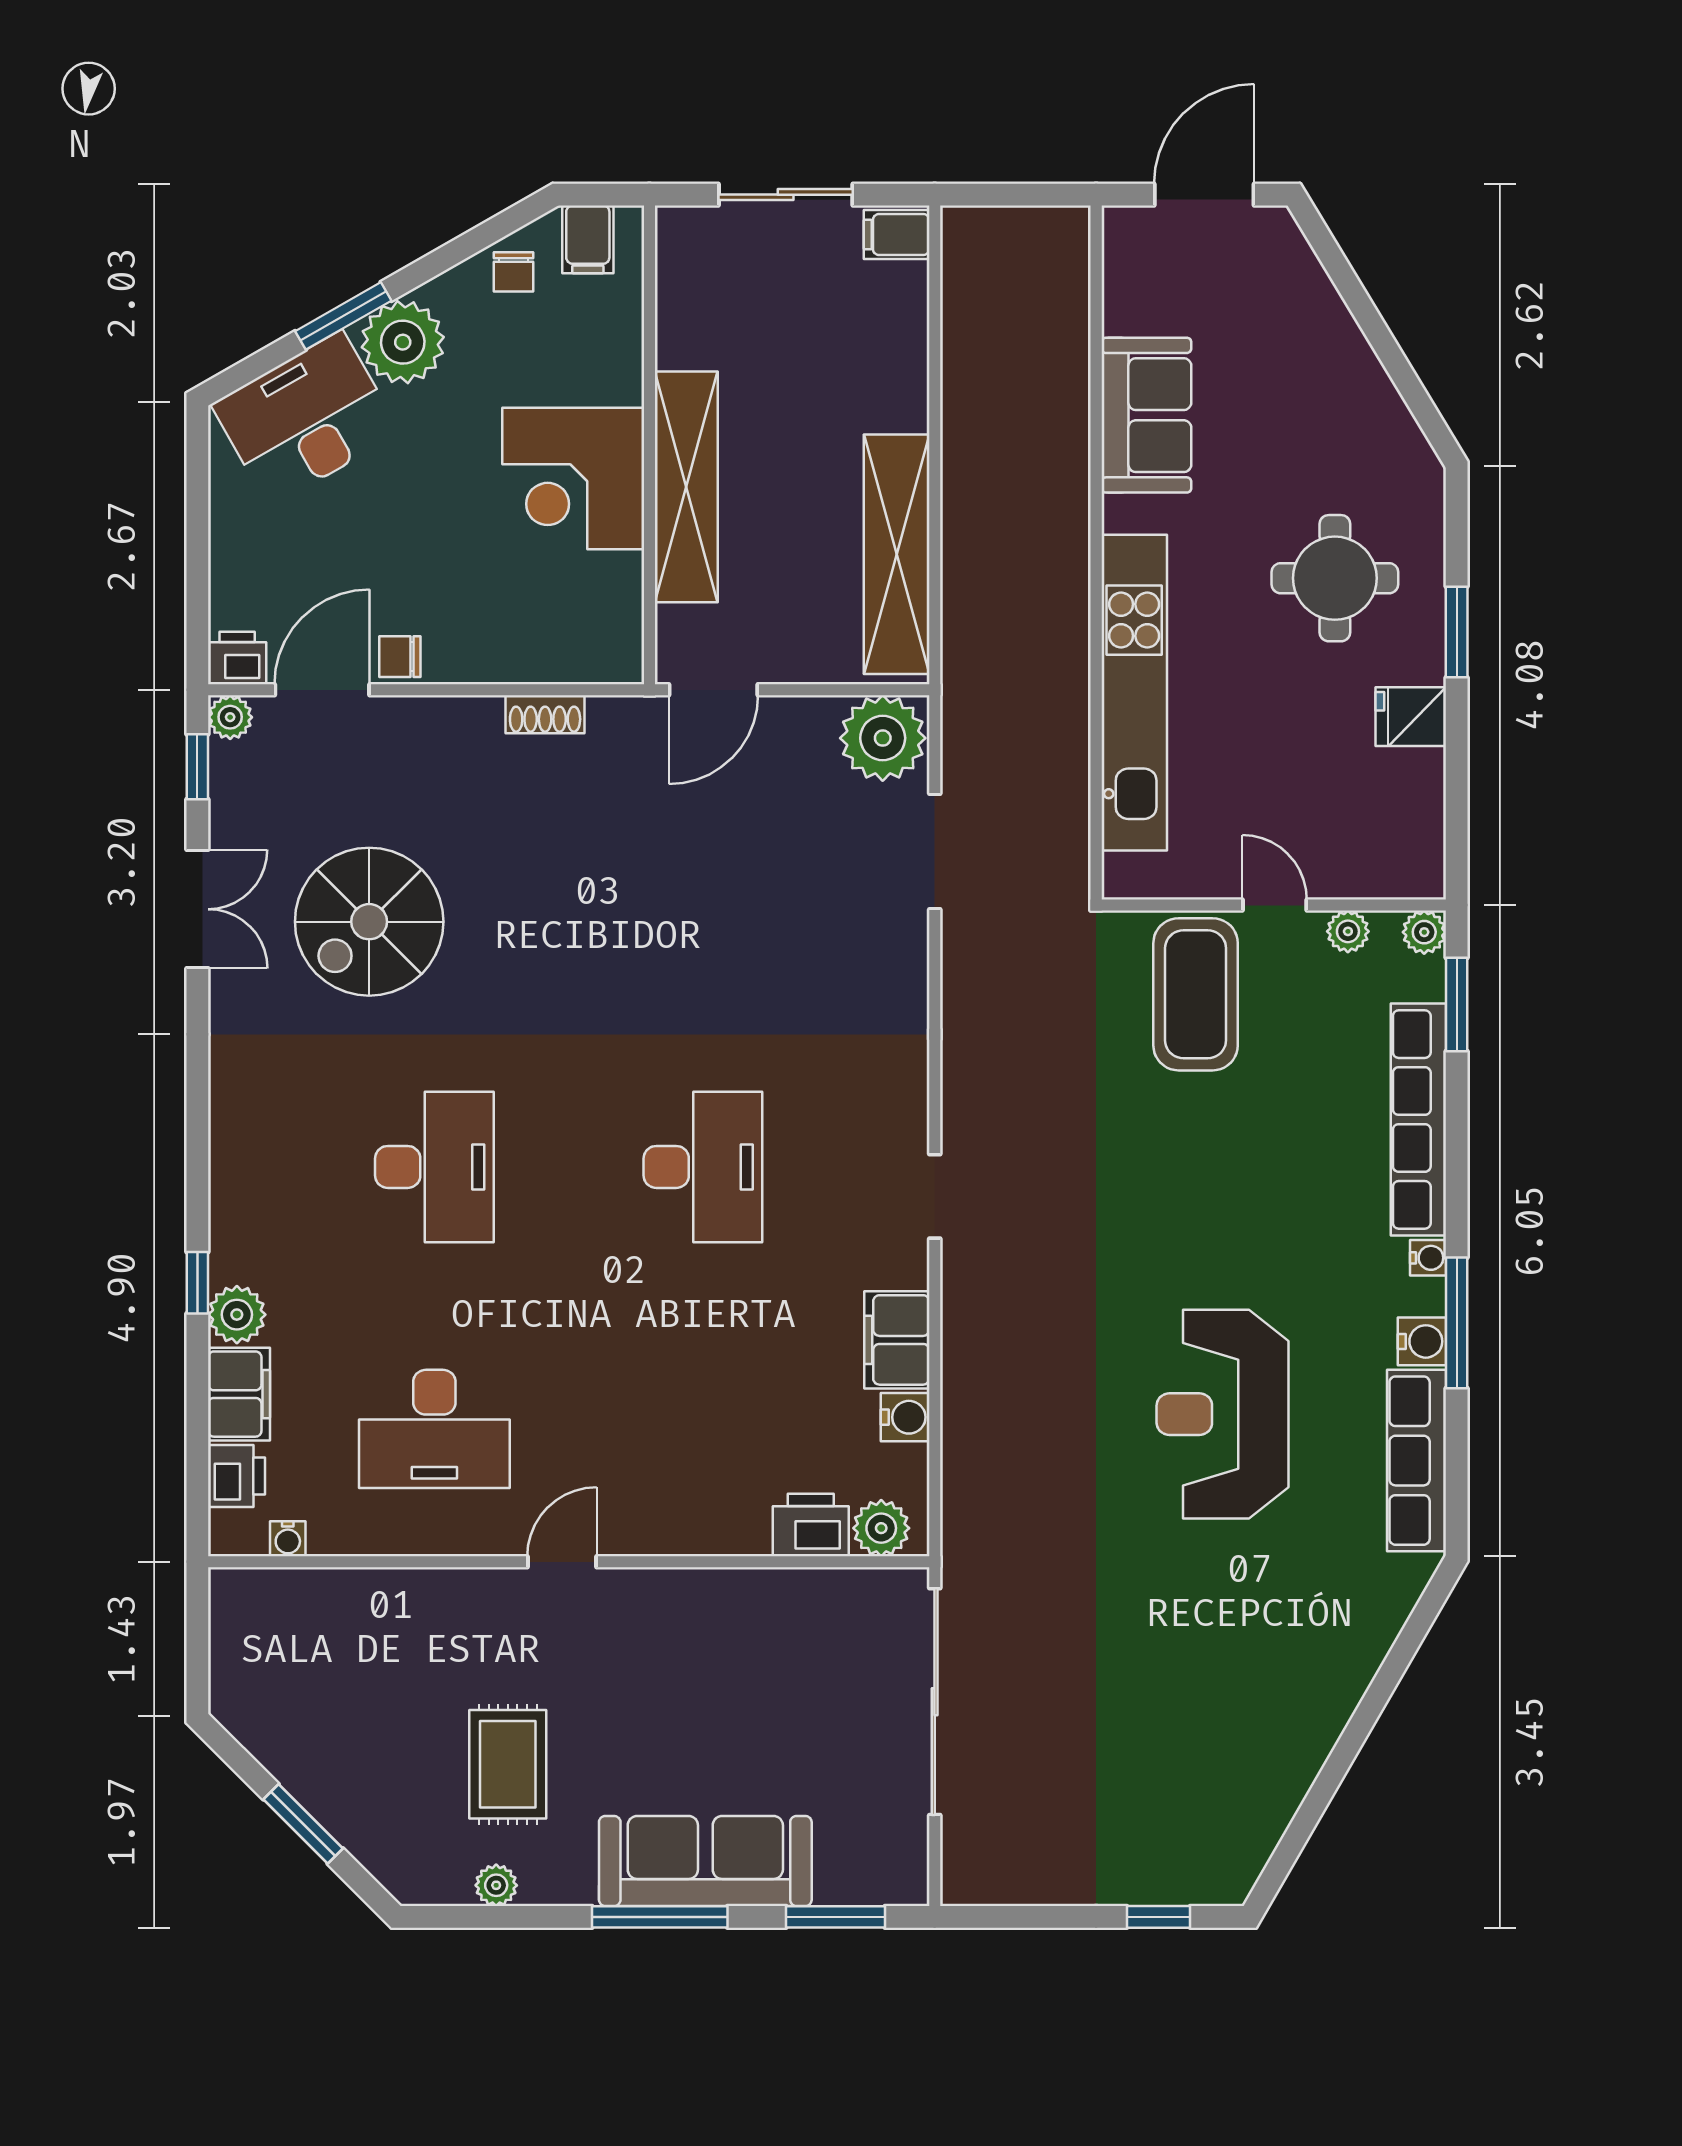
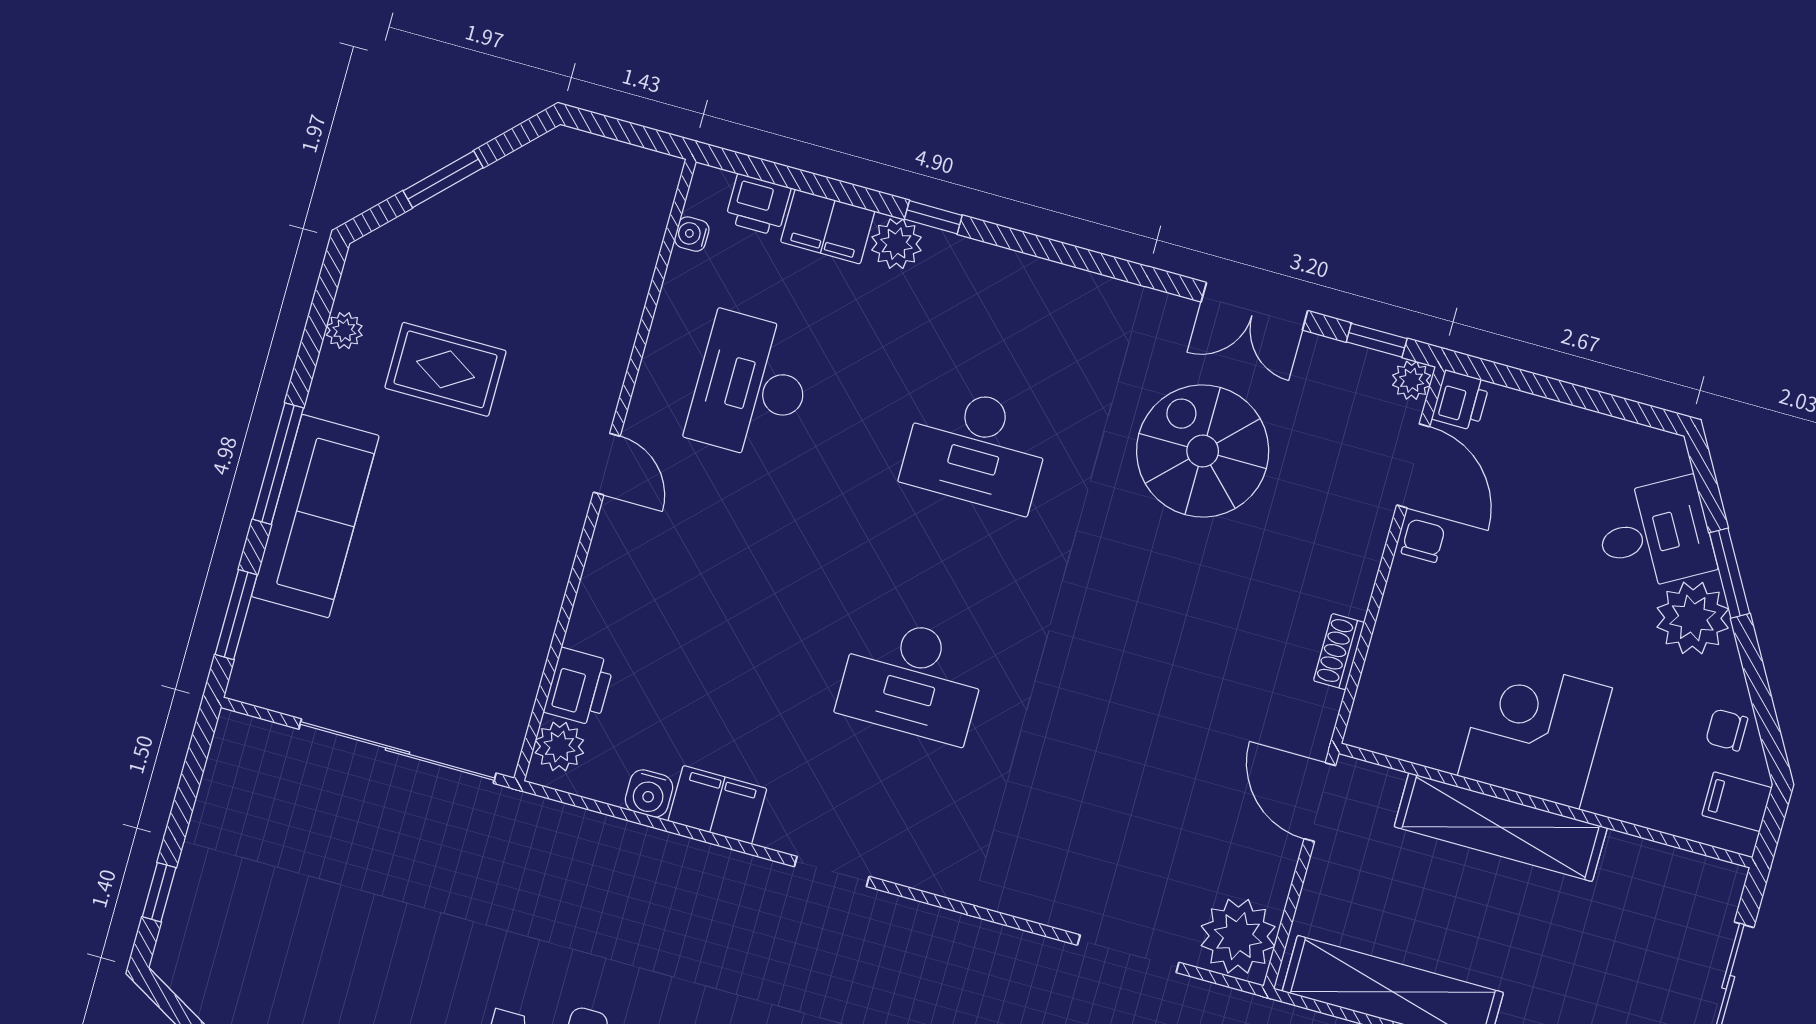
desk: (306, 419) -> (1655, 534), width x0.73

